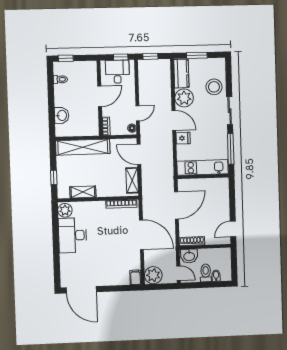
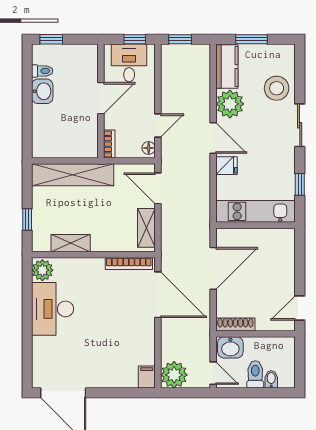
washbasin: (62, 115) -> (42, 91), moved
window: (231, 149) -> (300, 184), width x0.46
door: (141, 235) -> (158, 295), moved

